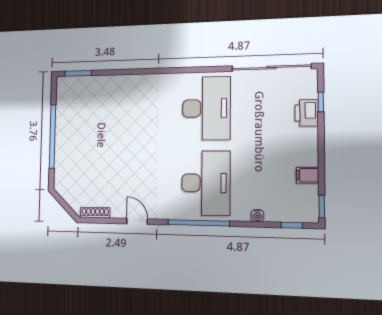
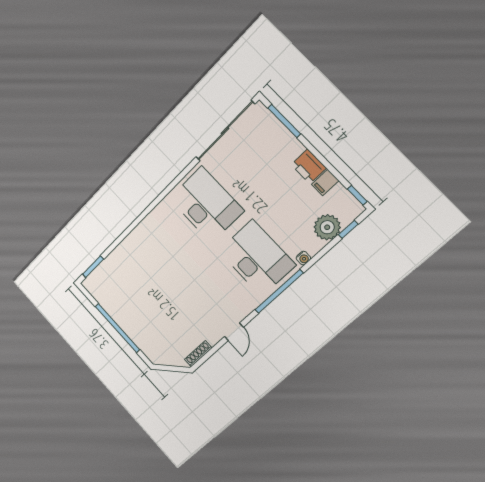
window: (321, 102) -> (284, 121), width x2.17
printer: (307, 113) -> (309, 166), moved
plant: (278, 209) -> (327, 227), added
water cooler: (257, 216) -> (303, 258), moved
door: (137, 221) -> (234, 332), swing flipped

